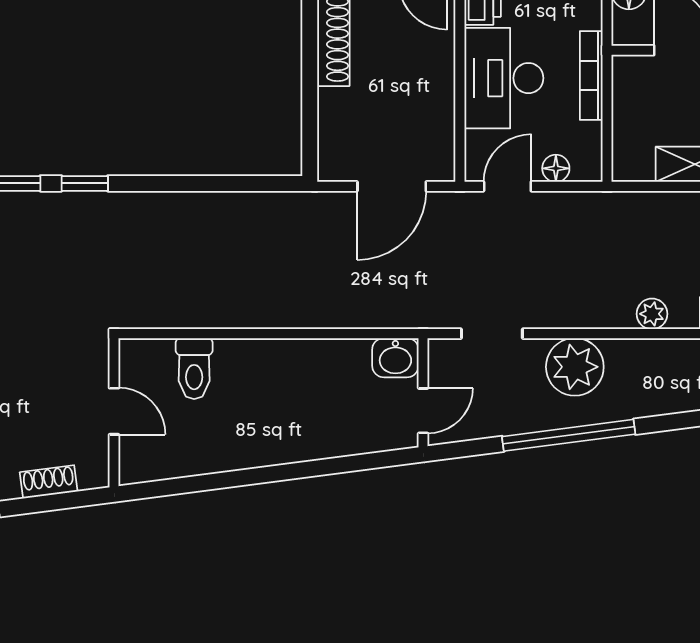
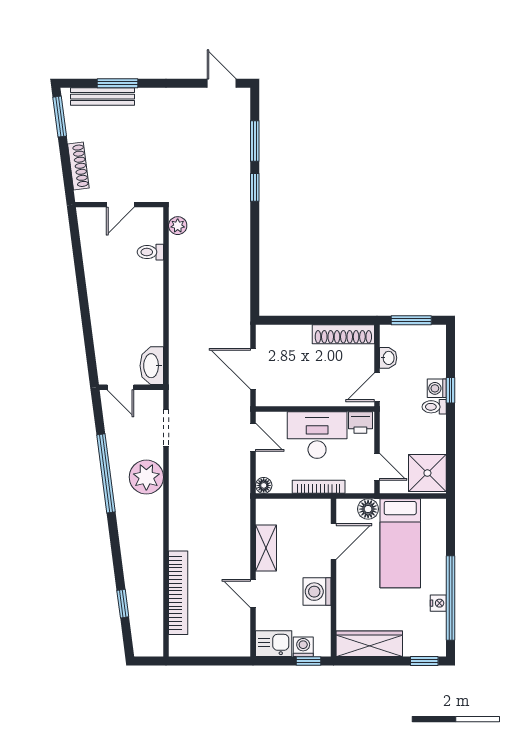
floor lamp: (556, 168) -> (264, 485), moved
plant: (652, 314) -> (178, 226), moved
washbasin: (395, 358) -> (152, 366), width x1.38
toilet: (194, 369) -> (150, 252), width x0.73, depth x0.72
shoe rack: (49, 482) -> (78, 166), width x1.43

